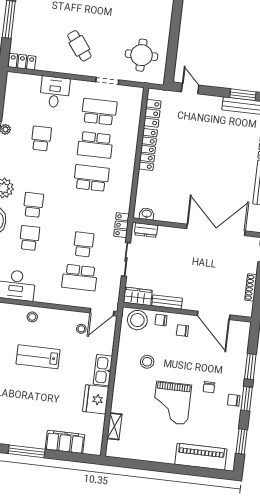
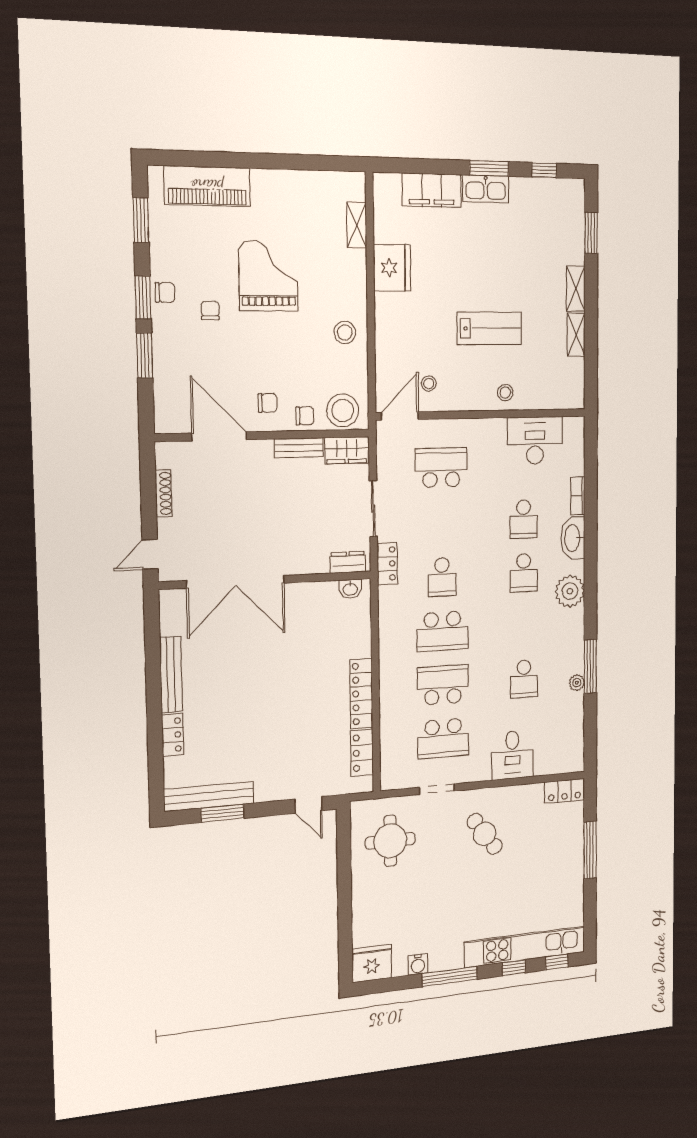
school desk: (84, 244) -> (442, 577), moved
stool: (147, 362) -> (345, 332), moved
kitchen sink: (103, 370) -> (486, 189), moved, turned 90
window: (27, 451) -> (489, 168), width x0.69

